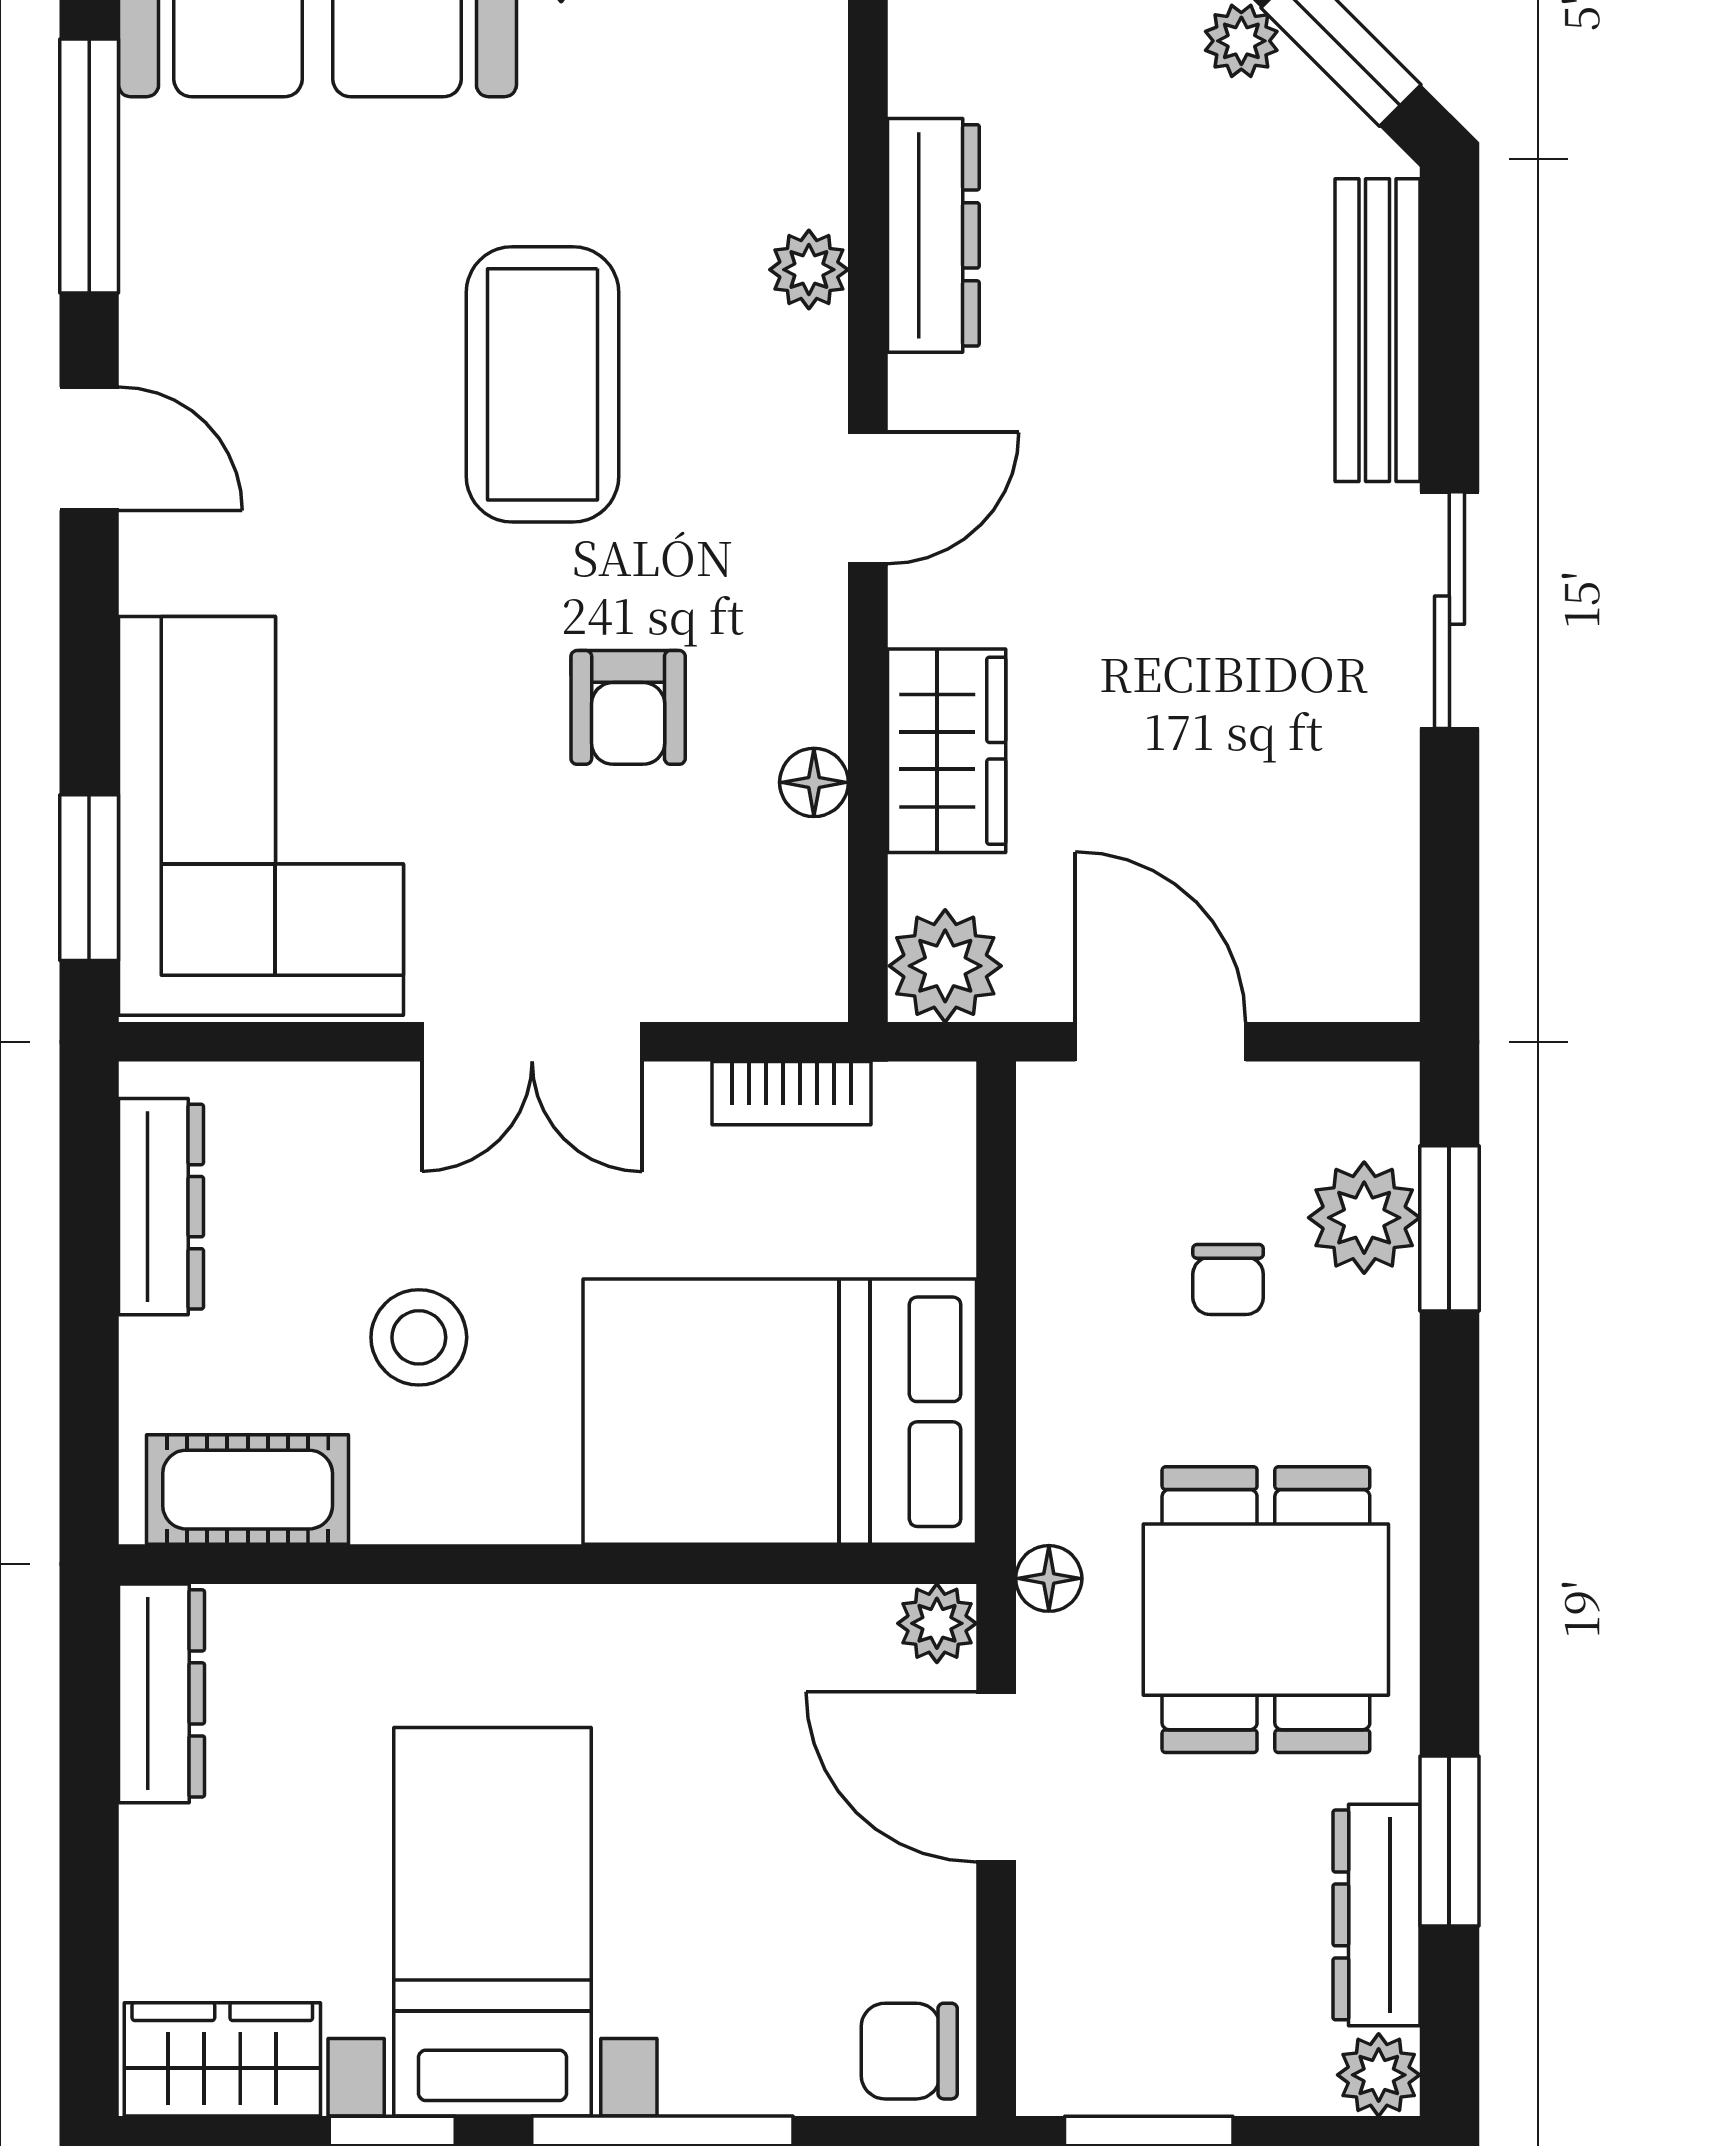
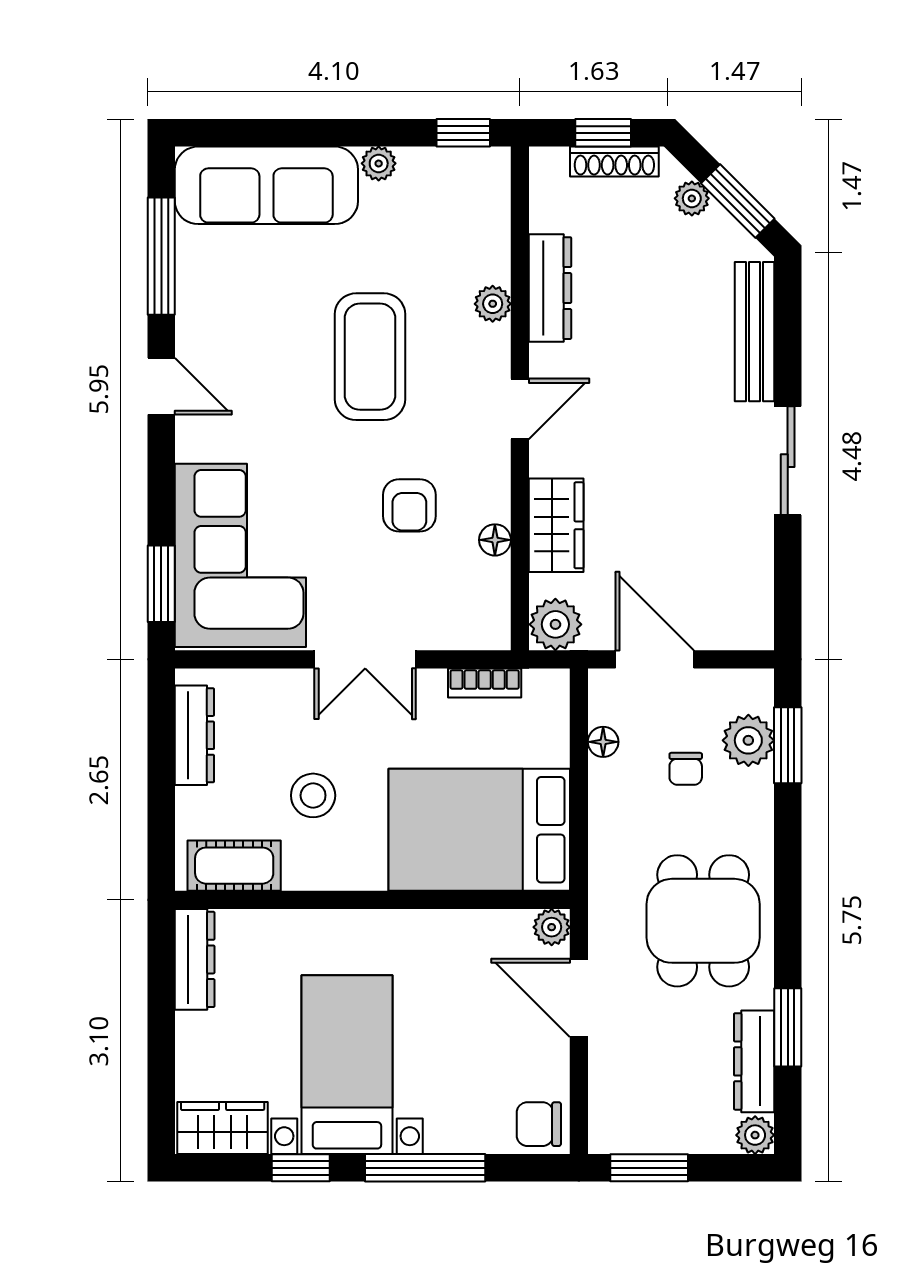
floor lamp: (1049, 1578) -> (603, 742), moved

